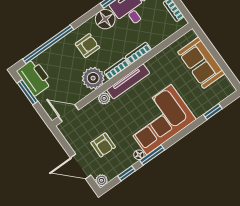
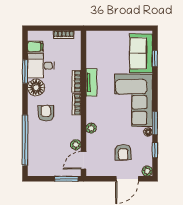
sofa: (201, 63) -> (141, 53), moved, turned 90
printer: (35, 77) -> (41, 166), removed
plant: (93, 78) -> (76, 145), moved, width x0.53, depth x0.53
tv unit: (128, 81) -> (91, 82), moved, width x0.71
window: (28, 92) -> (66, 179), moved
armchair: (103, 145) -> (123, 152), turned 89

